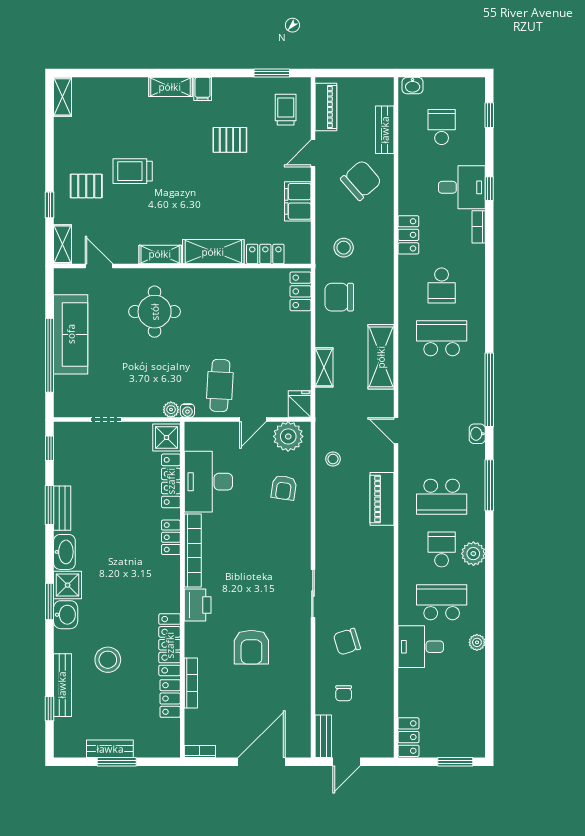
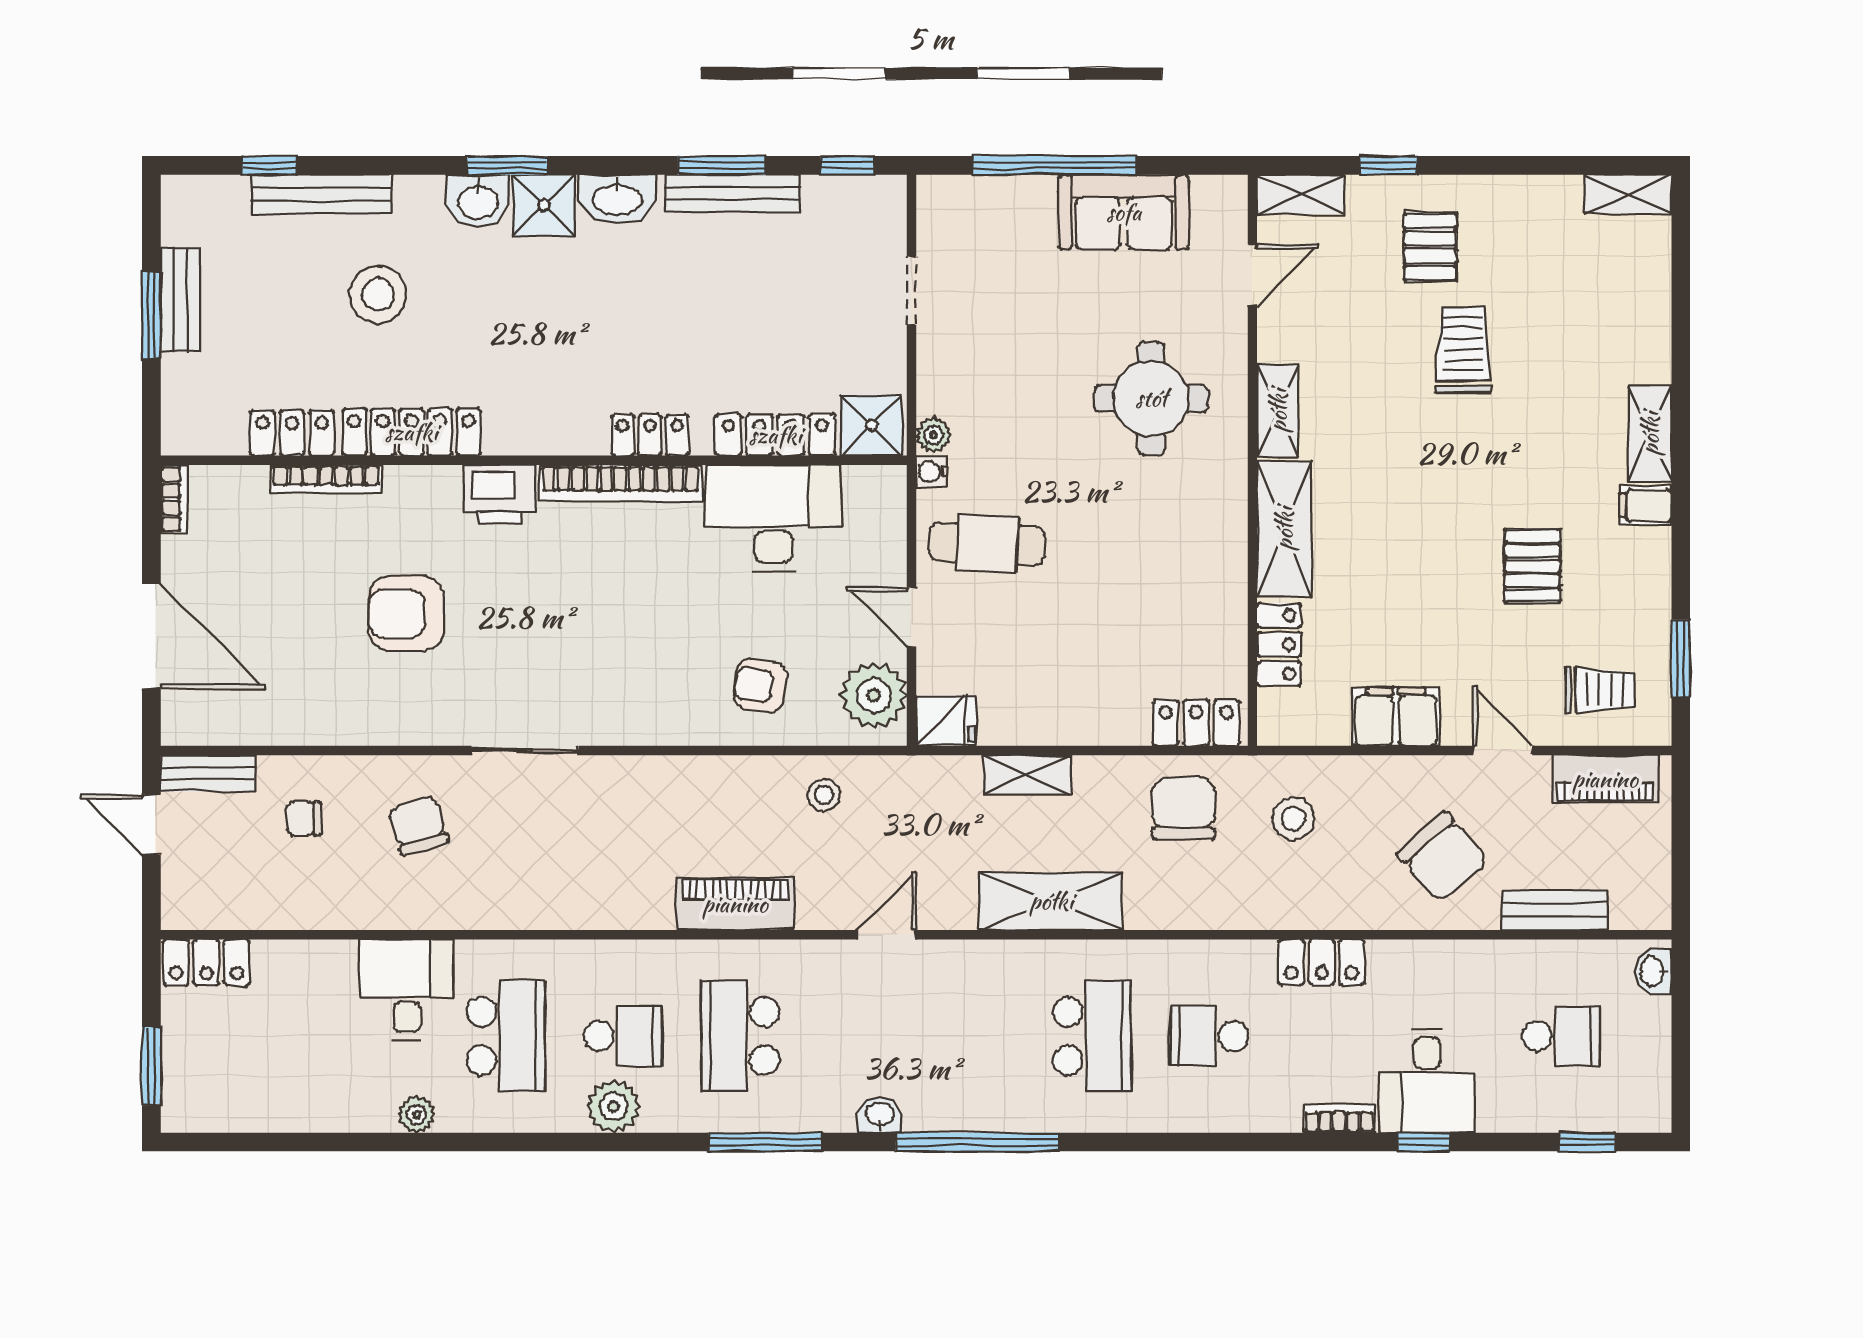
sofa: (71, 334) -> (1124, 212), width x0.73
bench: (62, 508) -> (733, 193), width x1.36

